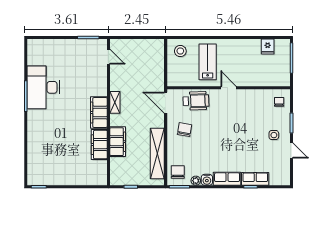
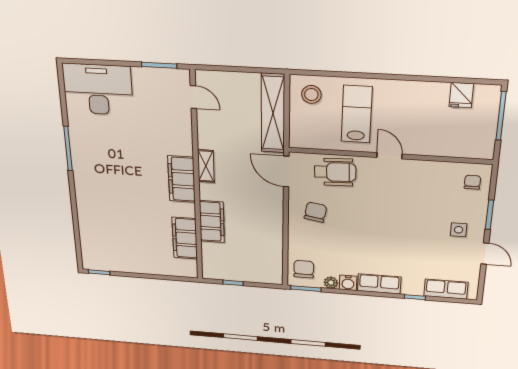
desk: (43, 87) -> (98, 89), moved, turned 90
filing cabinet: (99, 145) -> (185, 238), moved
shelving: (157, 153) -> (273, 113), moved
row of seats: (255, 179) -> (446, 289), moved

